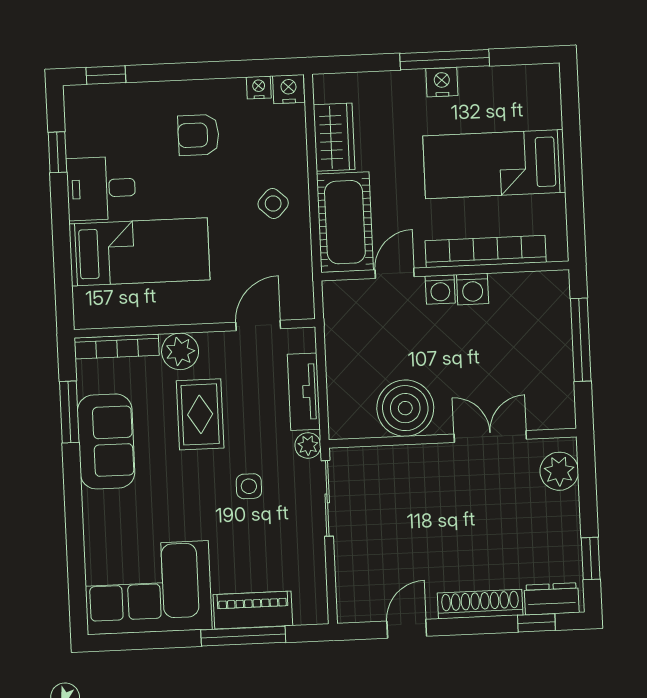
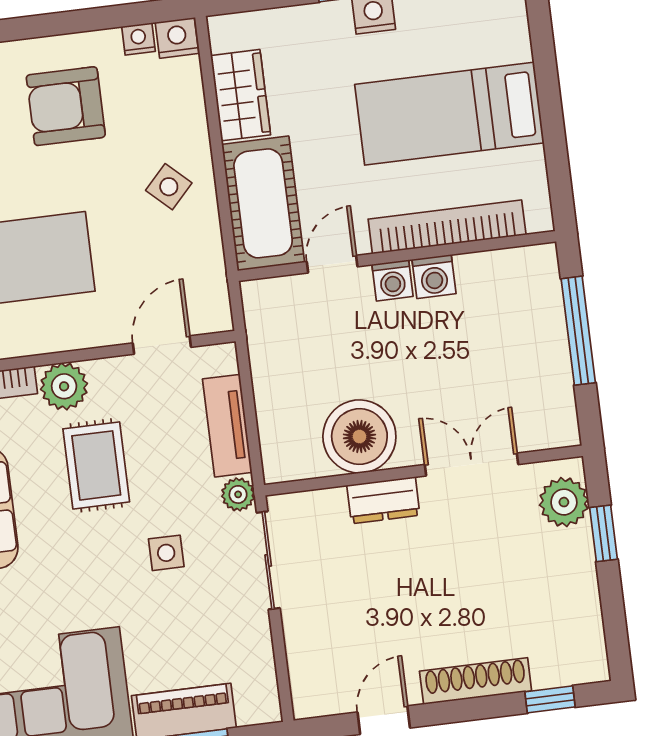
armchair: (198, 135) -> (66, 106), width x1.38, depth x1.38
window: (591, 559) -> (603, 533), moved
dresser: (552, 599) -> (383, 500), moved, turned 180

